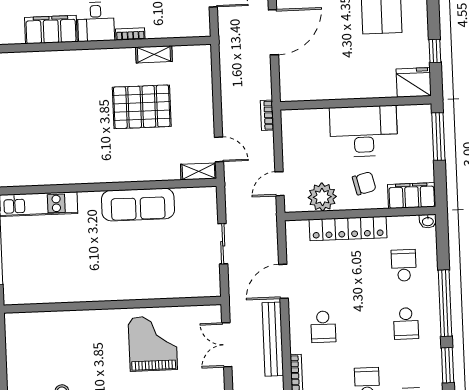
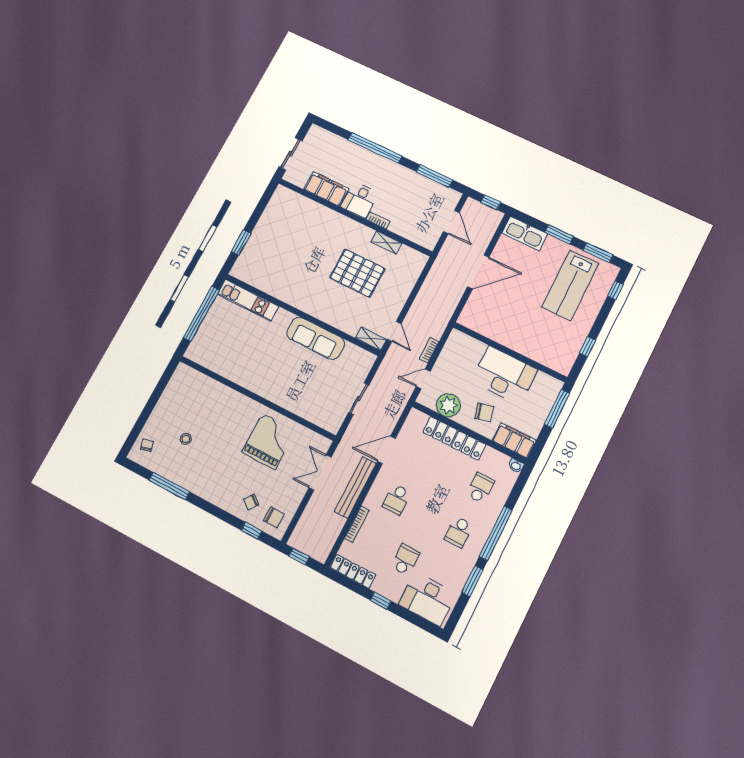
fridge: (414, 82) -> (560, 361), removed
bookcase: (267, 115) -> (429, 350), moved

